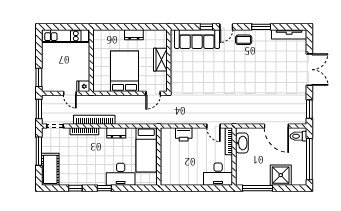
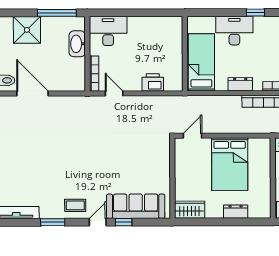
dresser: (134, 35) -> (236, 212), moved
wardrobe: (160, 60) -> (190, 210), moved, turned -90
washbasin: (242, 143) -> (77, 44), moved

